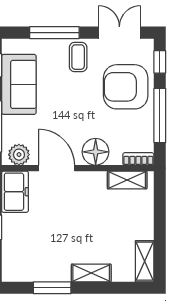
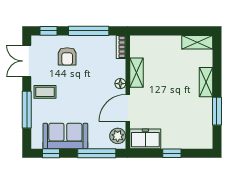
armchair: (126, 87) -> (67, 56), width x0.53, depth x0.53
floor lamp: (96, 152) -> (120, 84), width x0.53, depth x0.53
shelving: (127, 180) -> (137, 73), moved

